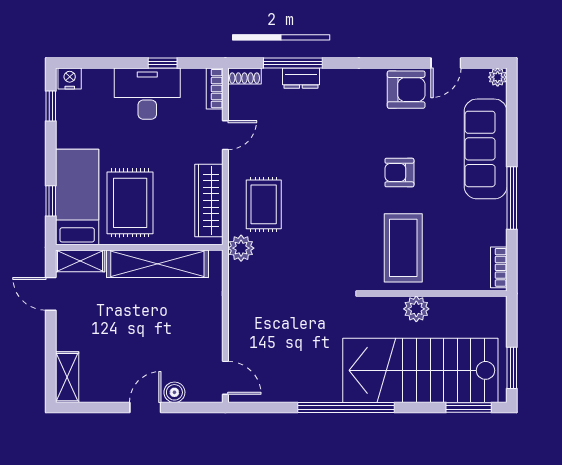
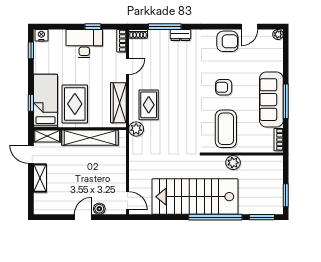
dresser: (301, 78) -> (180, 35), moved
sofa: (486, 149) -> (271, 100), moved
stairs: (420, 370) -> (195, 197), moved
shelving: (67, 377) -> (40, 178), moved
window: (346, 408) -> (215, 217), moved

